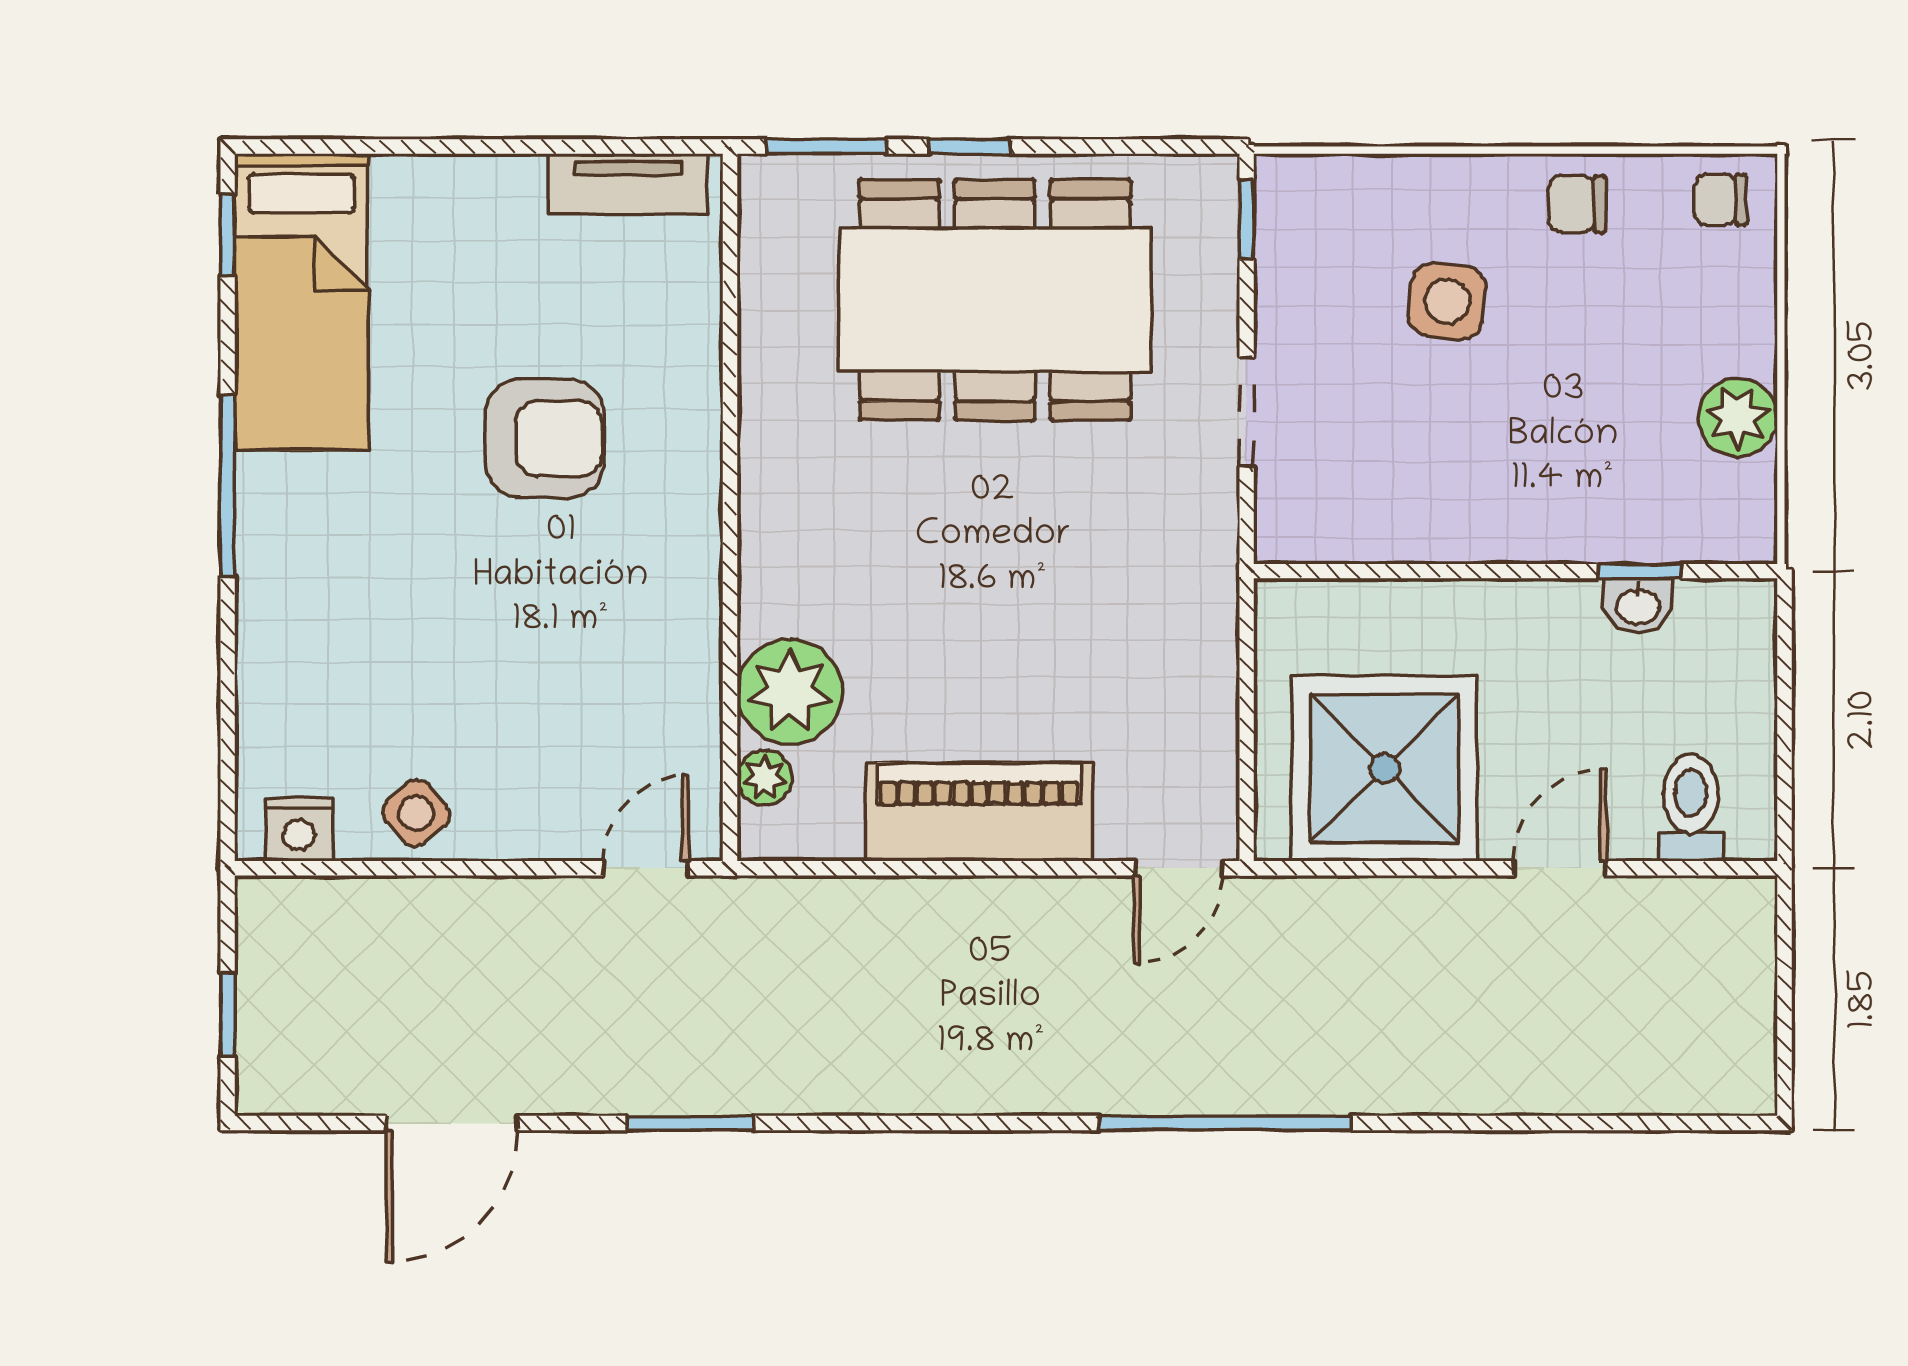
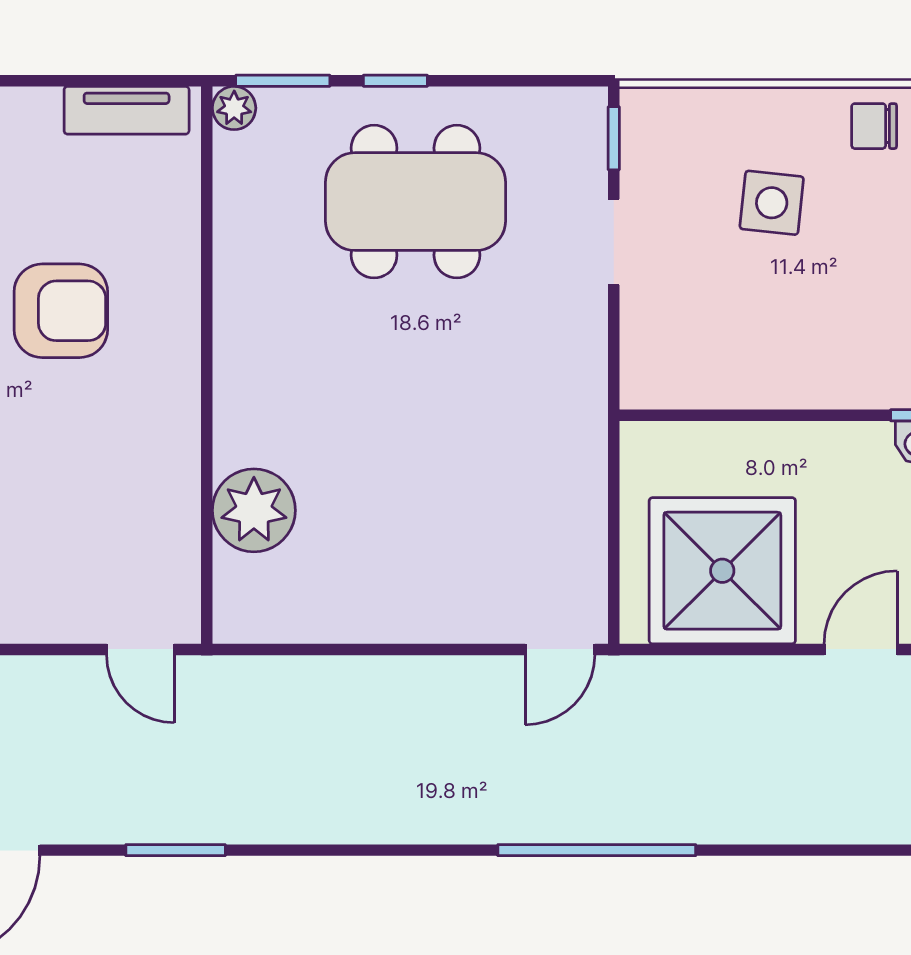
dining table: (995, 300) -> (415, 202), width x0.73, depth x0.80
doorway: (1247, 412) -> (614, 242), moved
plant: (765, 778) -> (234, 108), moved
piano: (979, 812) -> (403, 605), removed
door: (646, 868) -> (140, 649), swing flipped

